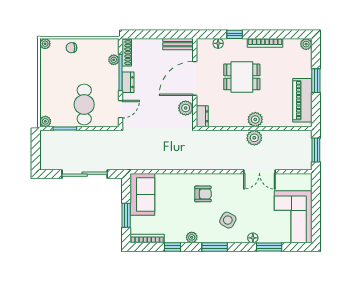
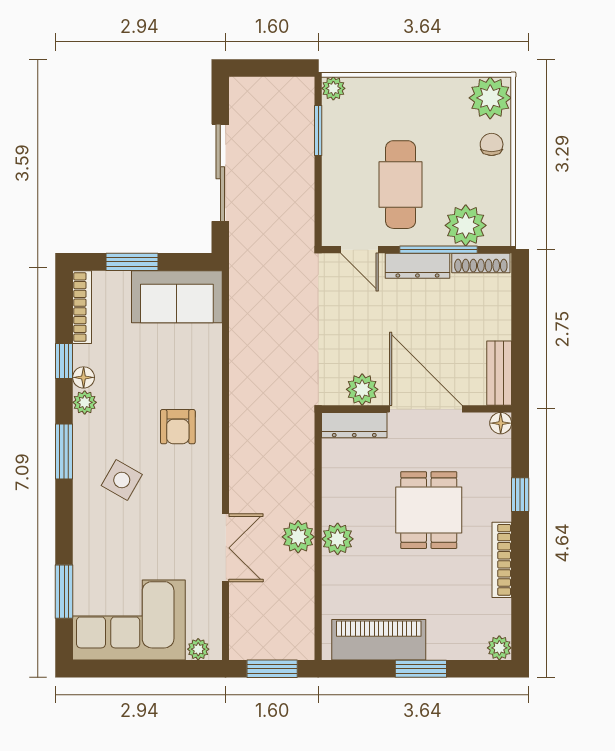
floor lamp: (218, 43) -> (501, 423), moved
plant: (45, 44) -> (490, 98), width x1.88, depth x1.88
plant: (114, 60) -> (466, 225), width x1.87, depth x1.87
dresser: (128, 82) -> (417, 266), width x1.44
cafe table: (84, 105) -> (401, 185), moved, turned 90
dresser: (202, 116) -> (354, 425), width x1.44
double door: (259, 172) -> (226, 548), swing flipped
plant: (307, 184) -> (198, 649), added
floor lamp: (253, 238) -> (84, 377), moved
window: (269, 247) -> (64, 592), moved

